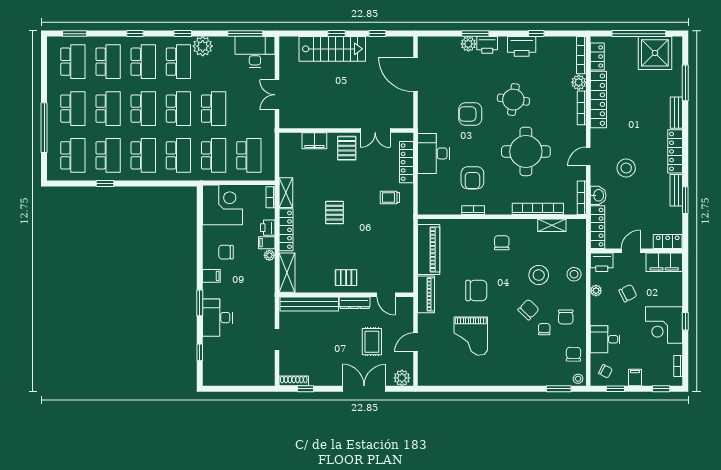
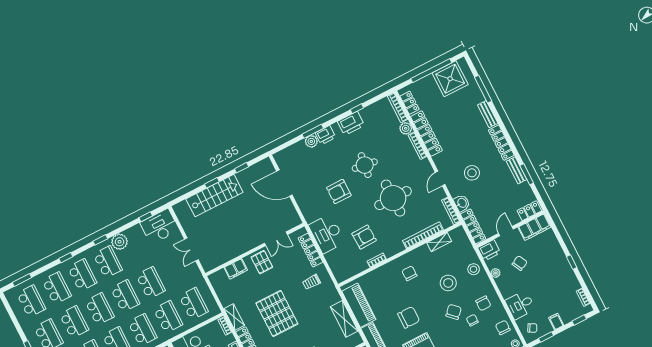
window: (245, 34) -> (146, 217), width x0.46
armchair: (472, 178) -> (364, 237), turned -92
pallet: (334, 213) -> (277, 313), width x2.05, depth x2.00
shelving: (405, 256) -> (344, 319), added
corner desk: (664, 325) -> (558, 273), removed

